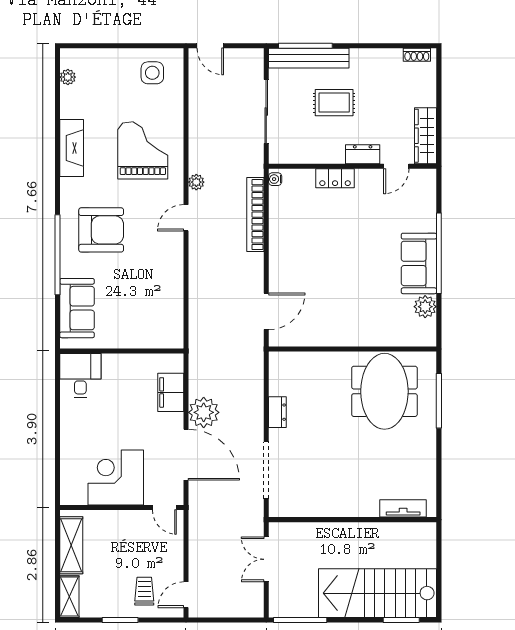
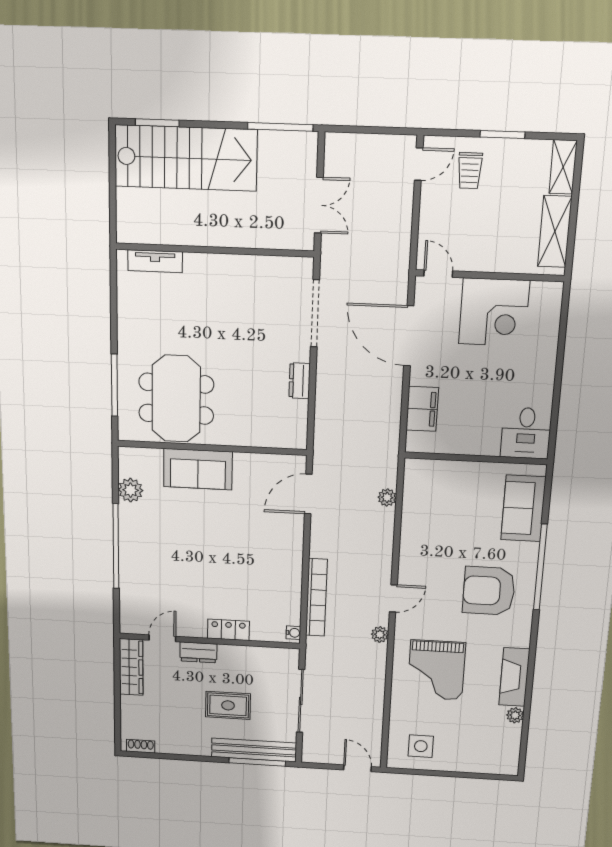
plant: (68, 77) -> (515, 715), moved
sofa: (419, 263) -> (198, 469), moved, turned 90
plant: (204, 412) -> (387, 497), moved, width x0.53, depth x0.53

